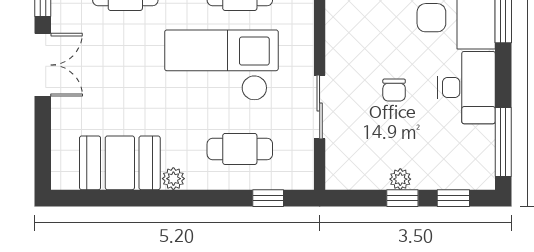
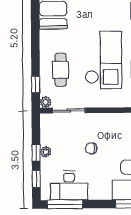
desk: (467, 88) -> (69, 185), moved
sliding door: (320, 107) -> (69, 110), moved
plant: (173, 179) -> (46, 102), moved

